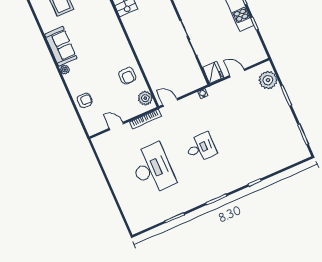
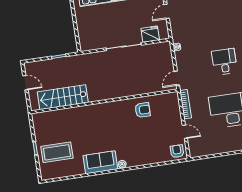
fridge: (213, 72) -> (150, 34), moved
plant: (145, 98) -> (167, 99), removed
armchair: (85, 100) -> (177, 151), moved
door: (116, 126) -> (185, 132), swing flipped

